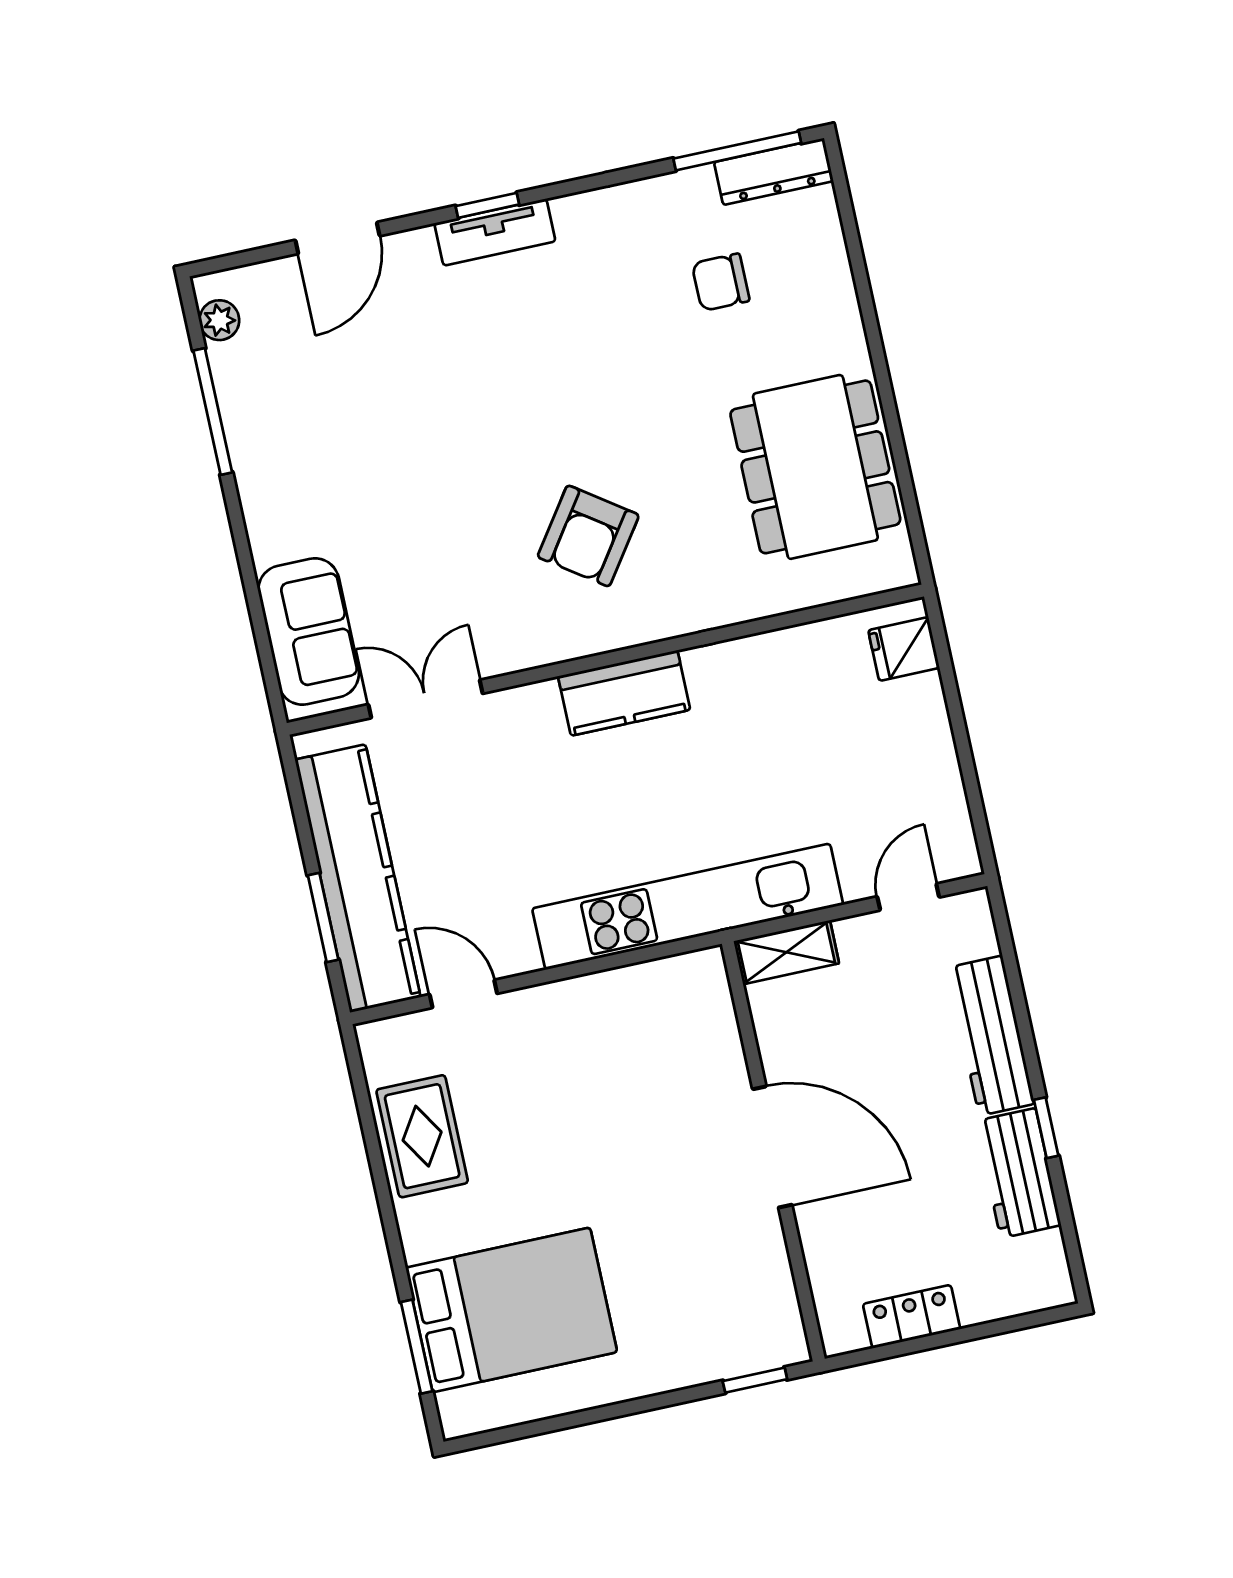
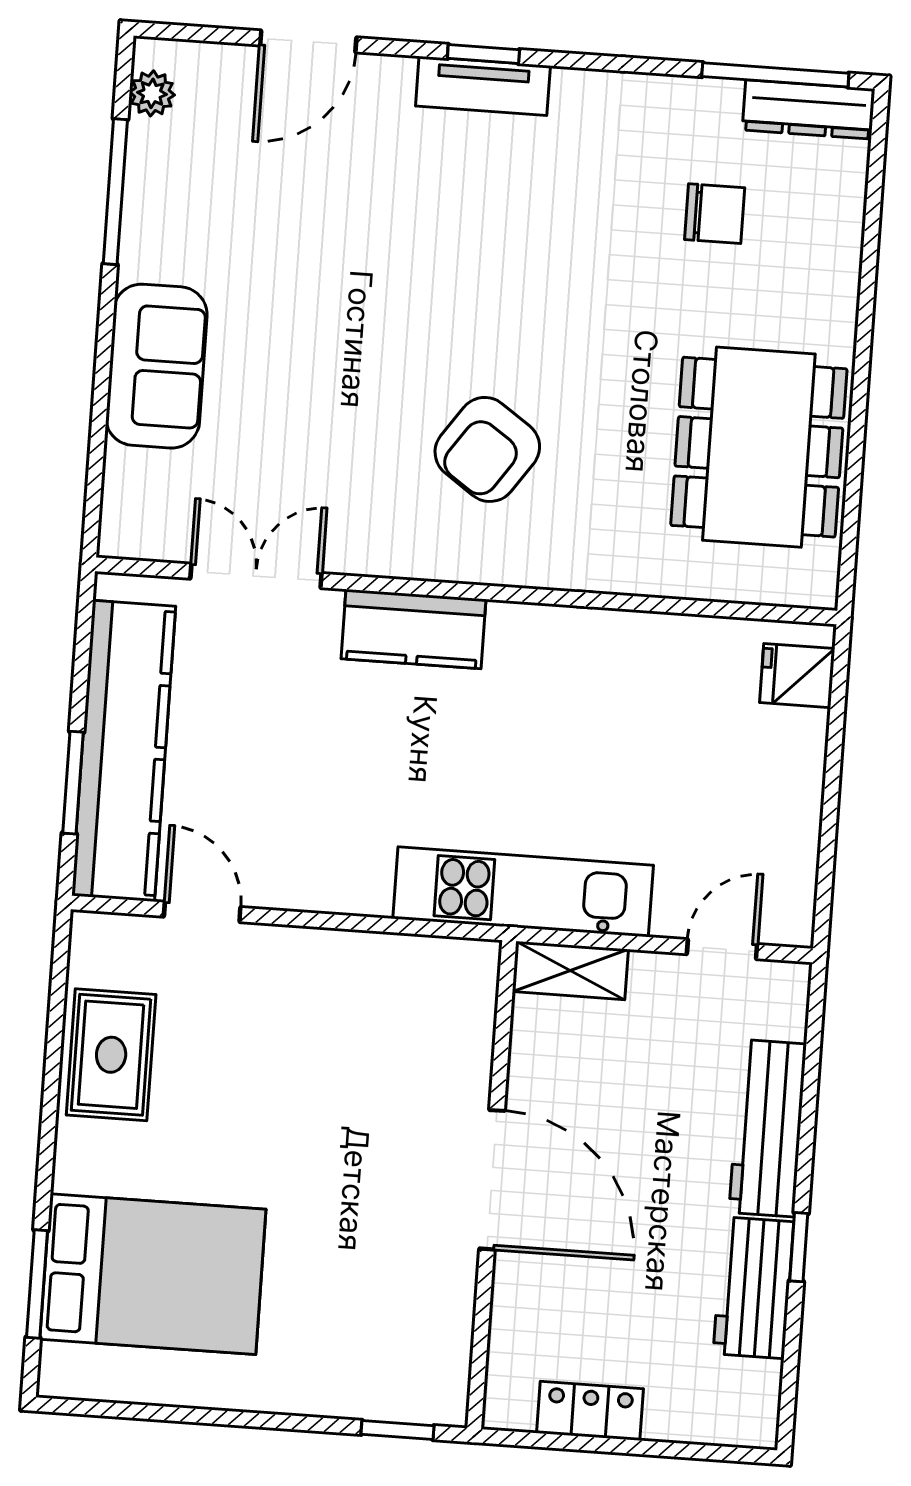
chair: (721, 282) -> (715, 214), turned 180
sofa: (309, 632) -> (157, 366), moved
kitchen counter: (624, 693) -> (413, 629), moved
kitchen unit: (688, 907) -> (523, 892), width x0.73

